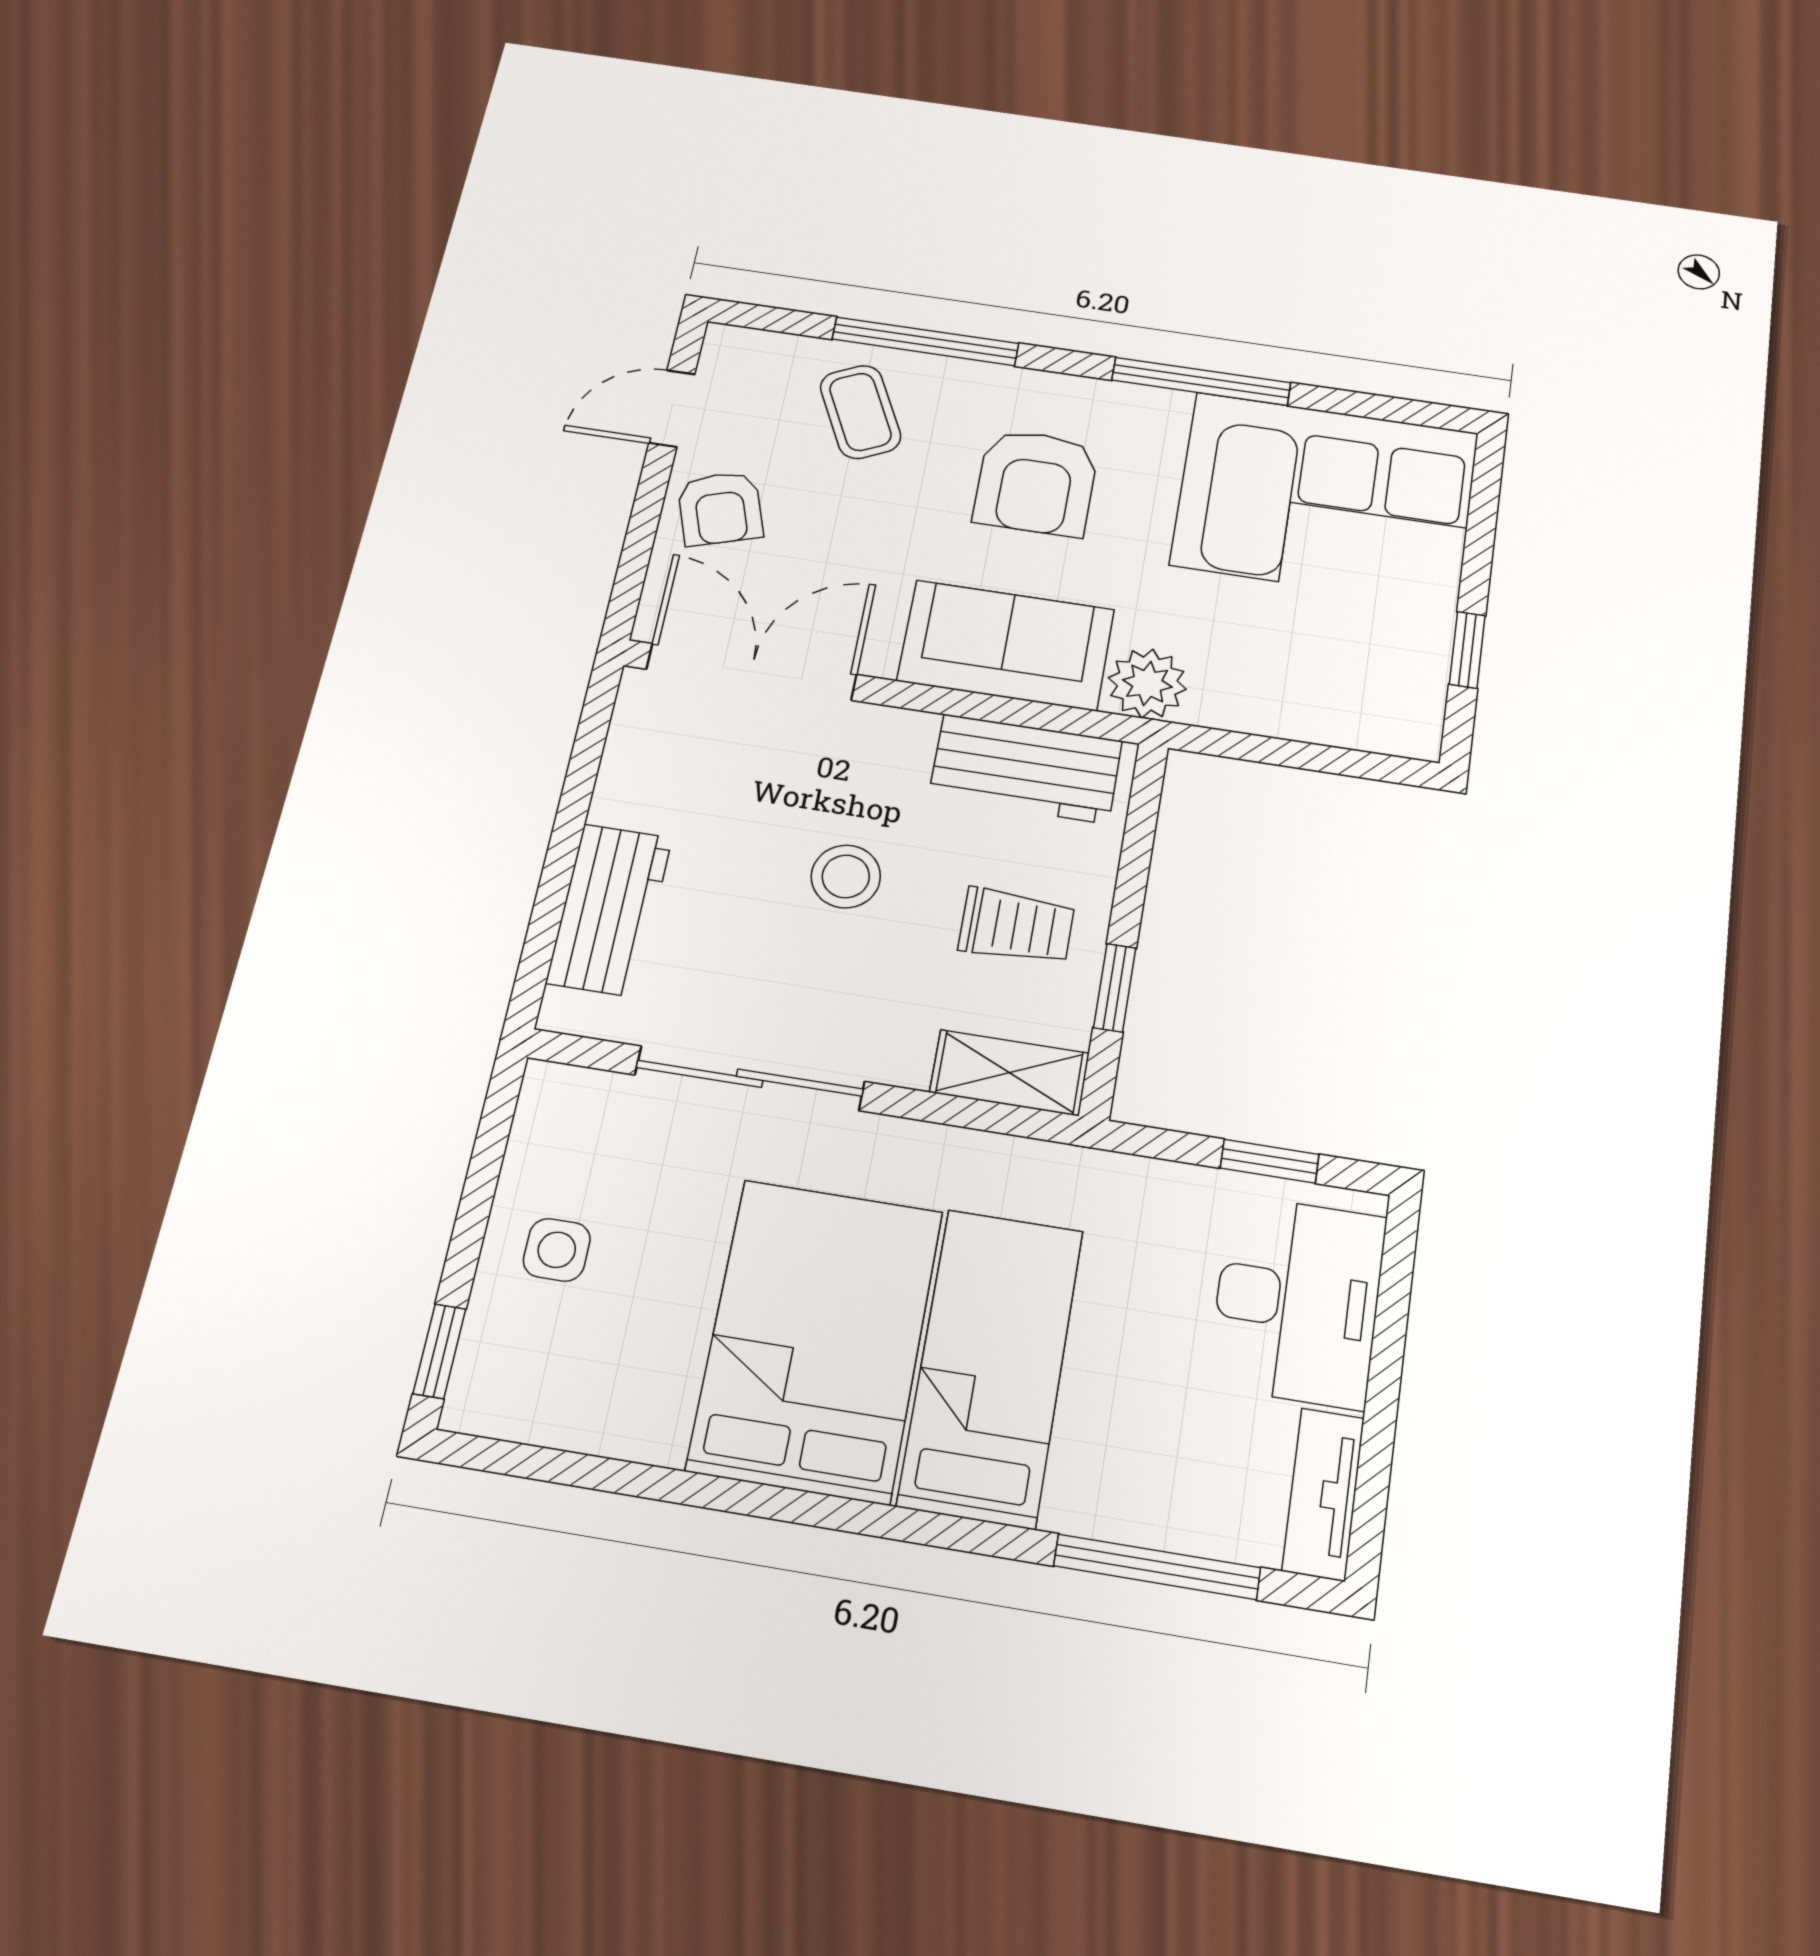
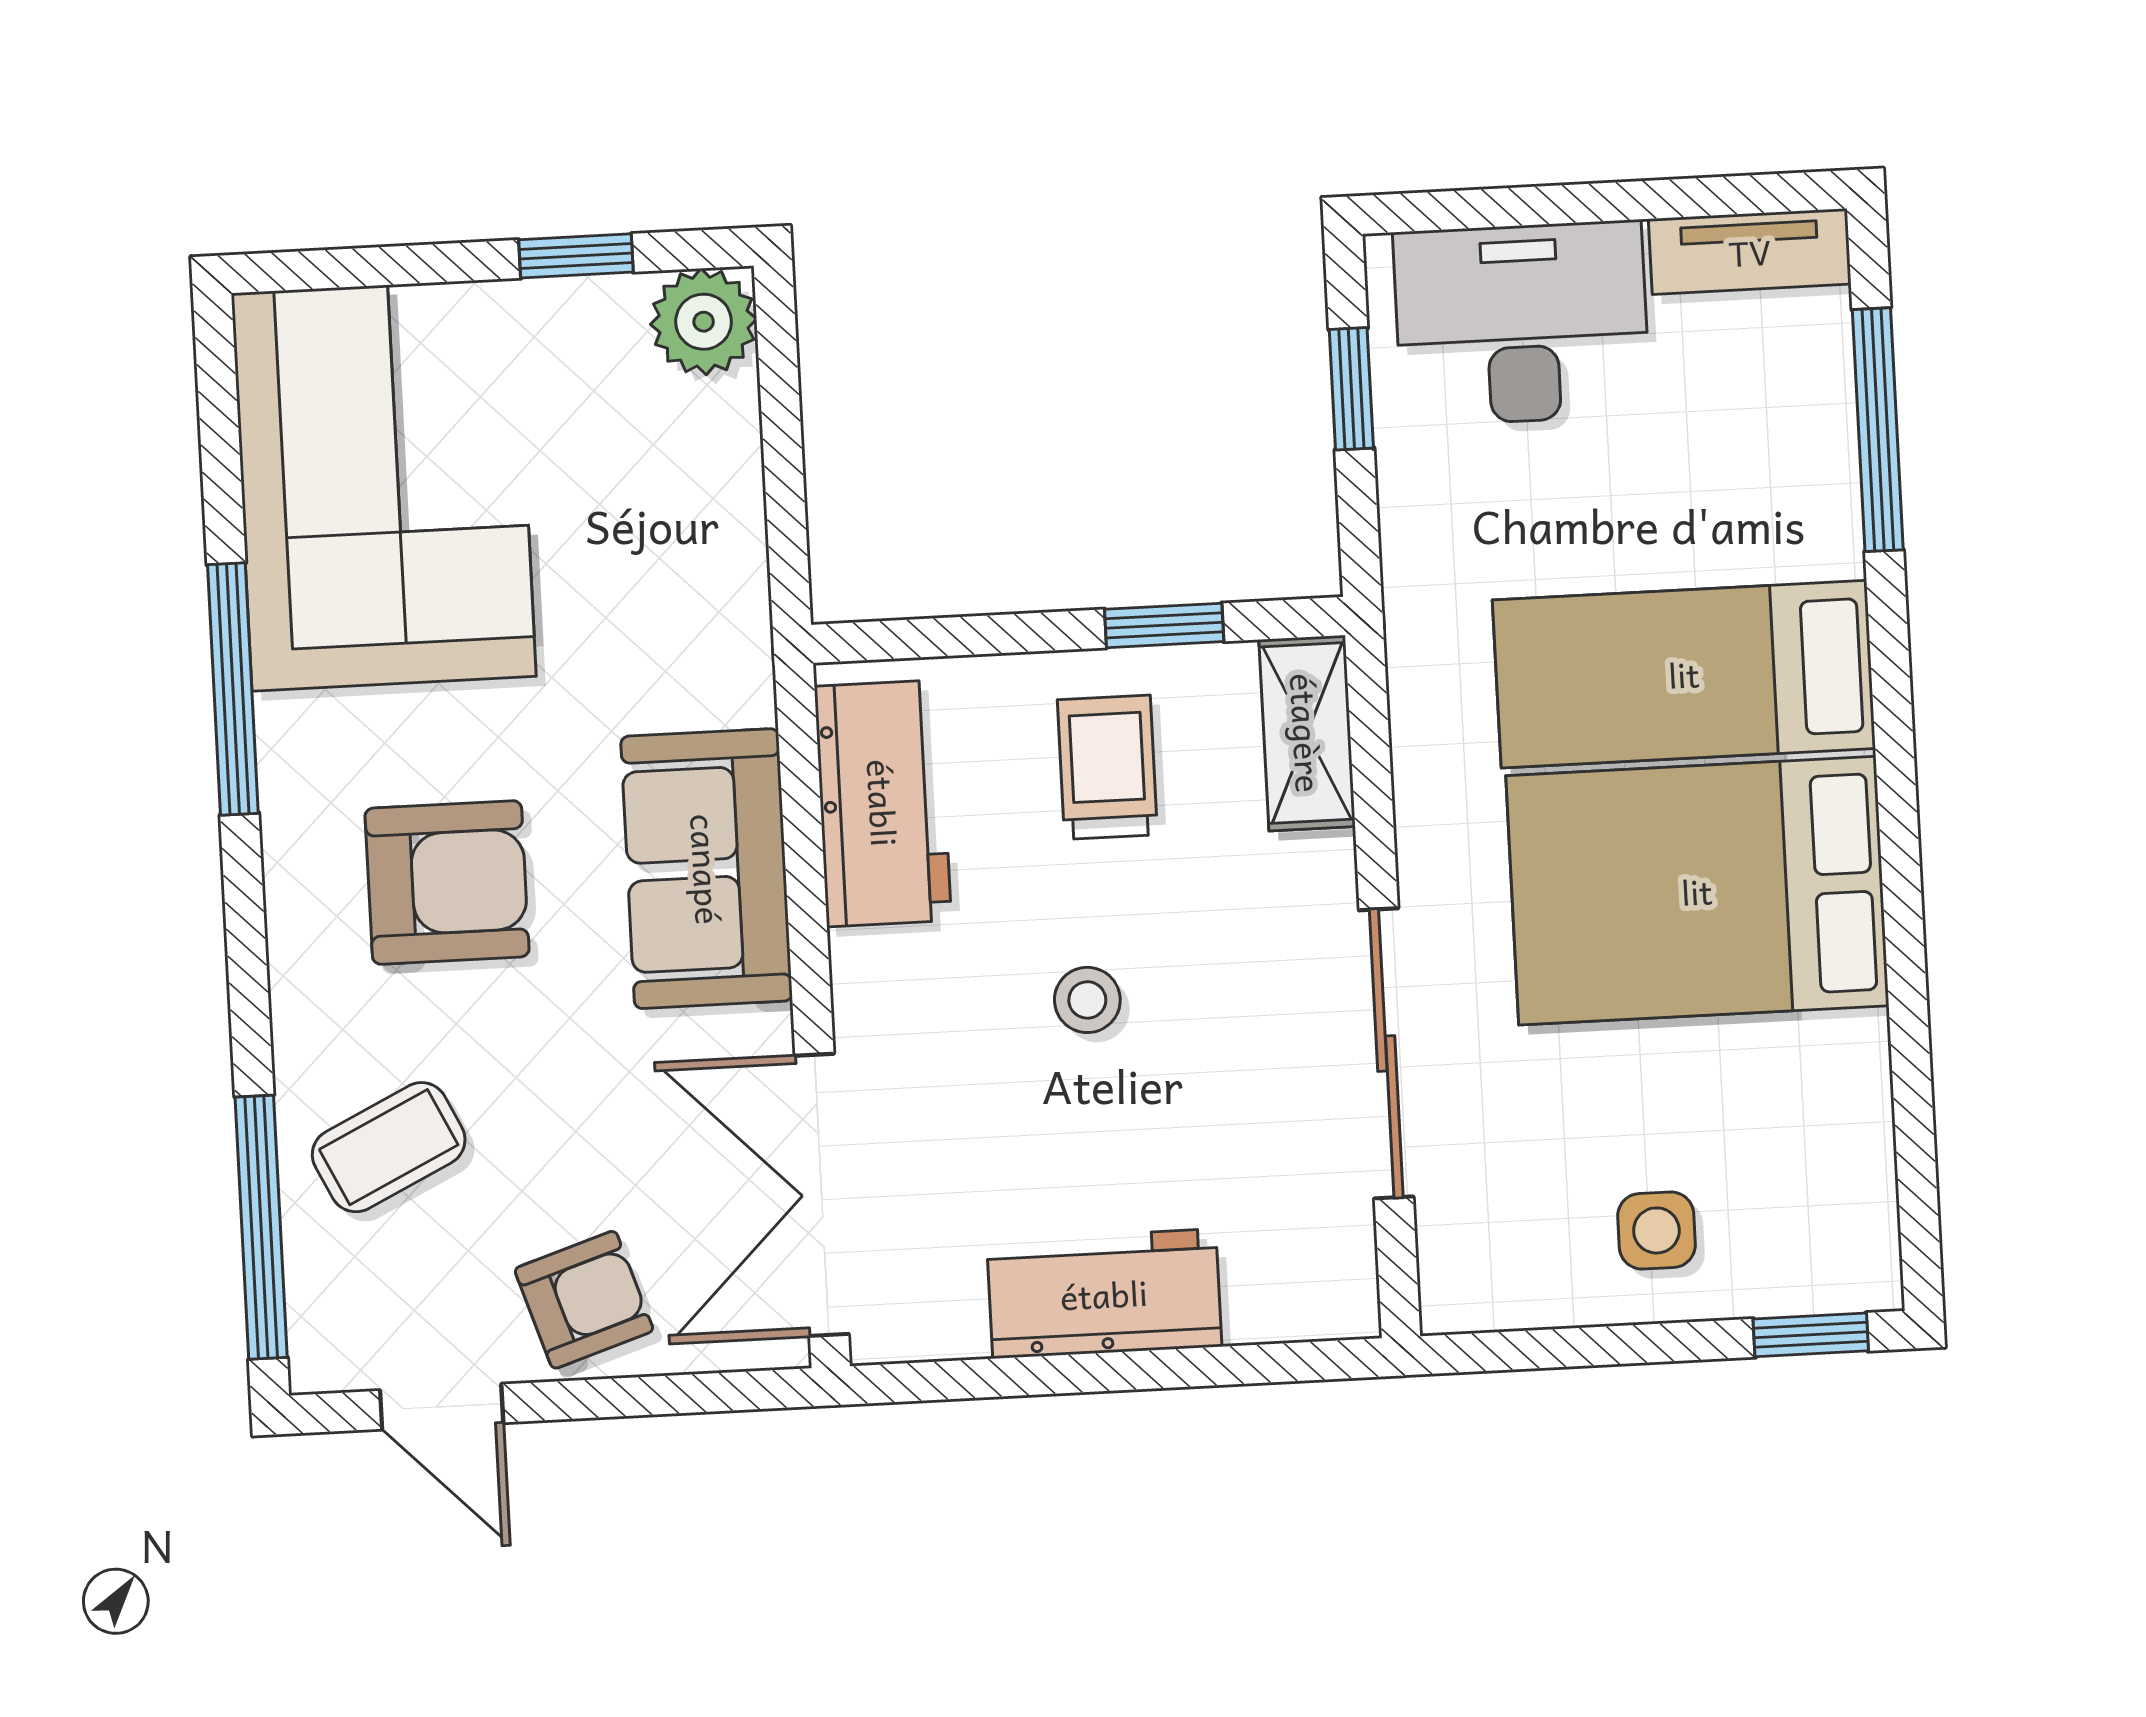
window: (925, 341) -> (261, 1227), moved
plant: (1147, 683) -> (704, 322), moved
stool: (846, 876) -> (1087, 1000), width x0.73, depth x0.73
workbench: (609, 910) -> (1104, 1294), moved

